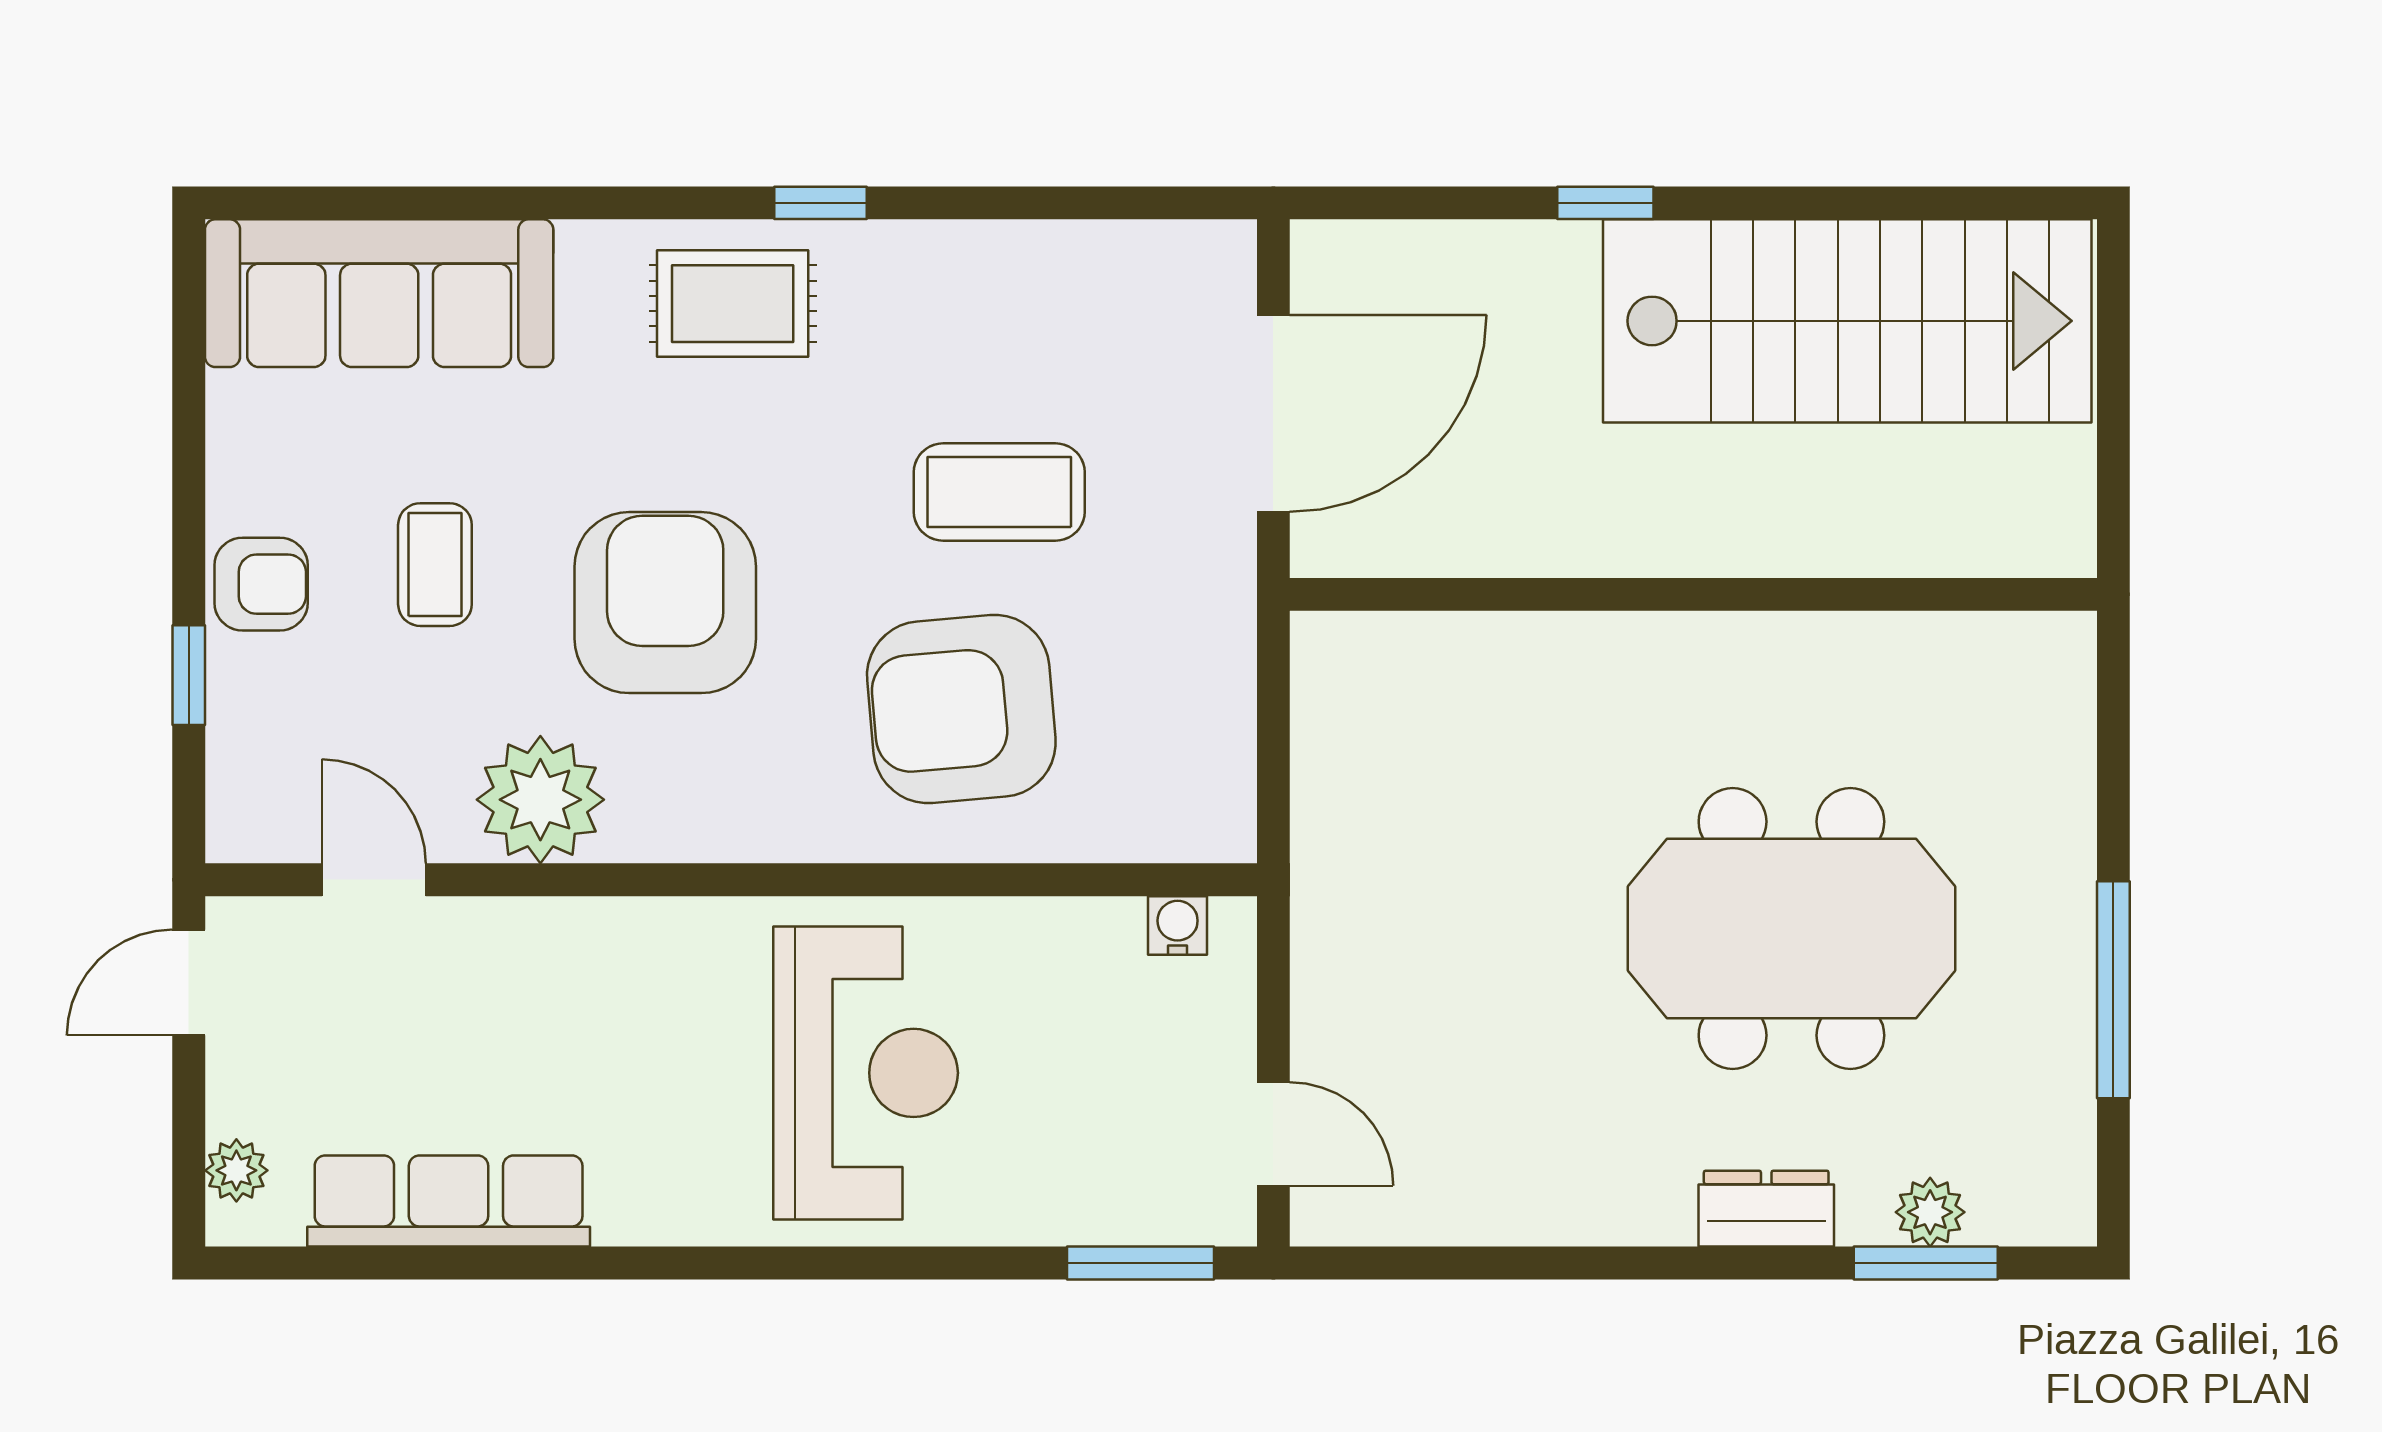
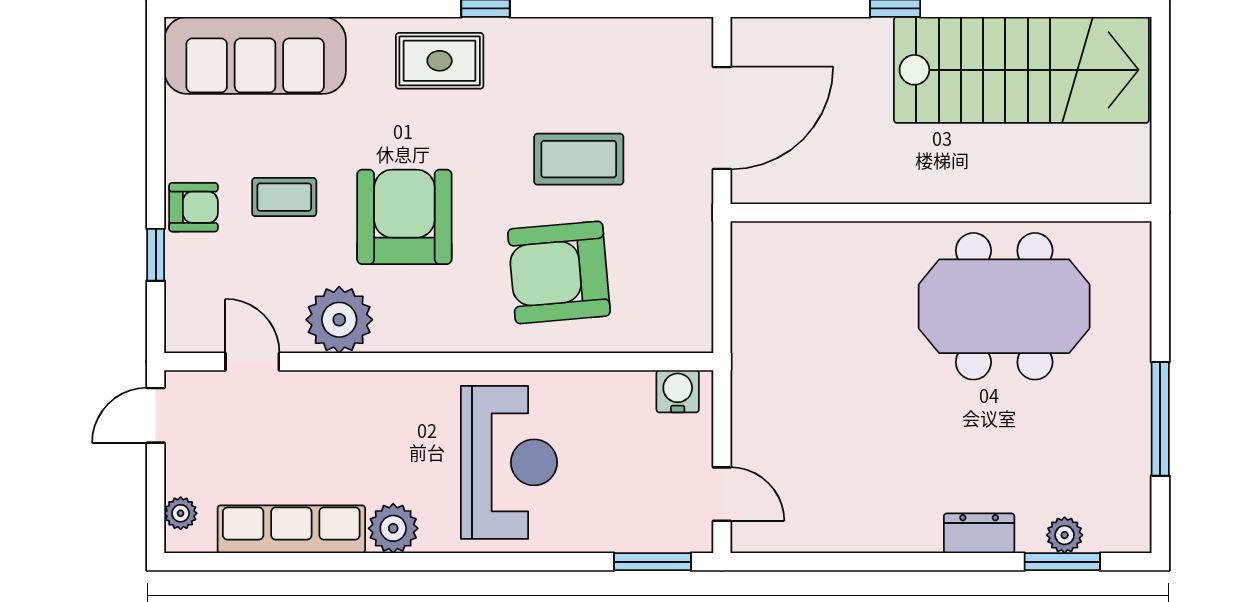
coffee table: (435, 565) -> (284, 197), turned 90
water cooler: (1178, 925) -> (678, 391), width x1.38, depth x1.38
meeting table: (1791, 929) -> (1004, 306), moved
plant: (644, 1199) -> (393, 528), added

